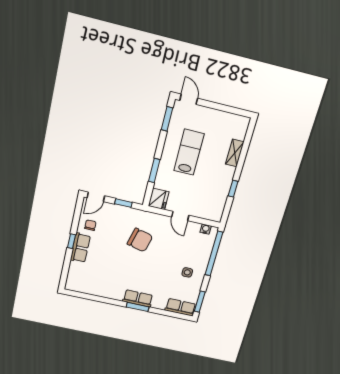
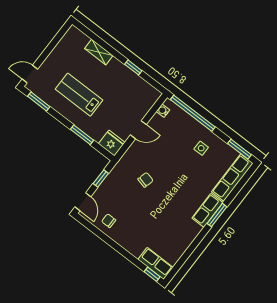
chair: (140, 240) -> (146, 180), width x0.54, depth x0.54
window: (71, 241) -> (152, 274), moved
row of seats: (80, 248) -> (155, 263), moved
row of seats: (181, 307) -> (232, 178), width x1.48

